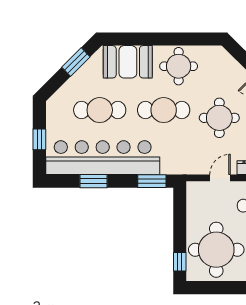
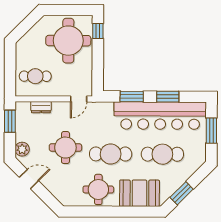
window: (39, 139) -> (211, 131), width x1.50
door: (220, 178) -> (79, 99), moved
window: (152, 181) -> (132, 96), moved

